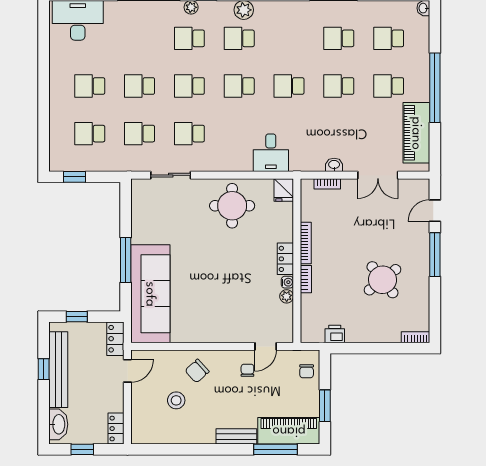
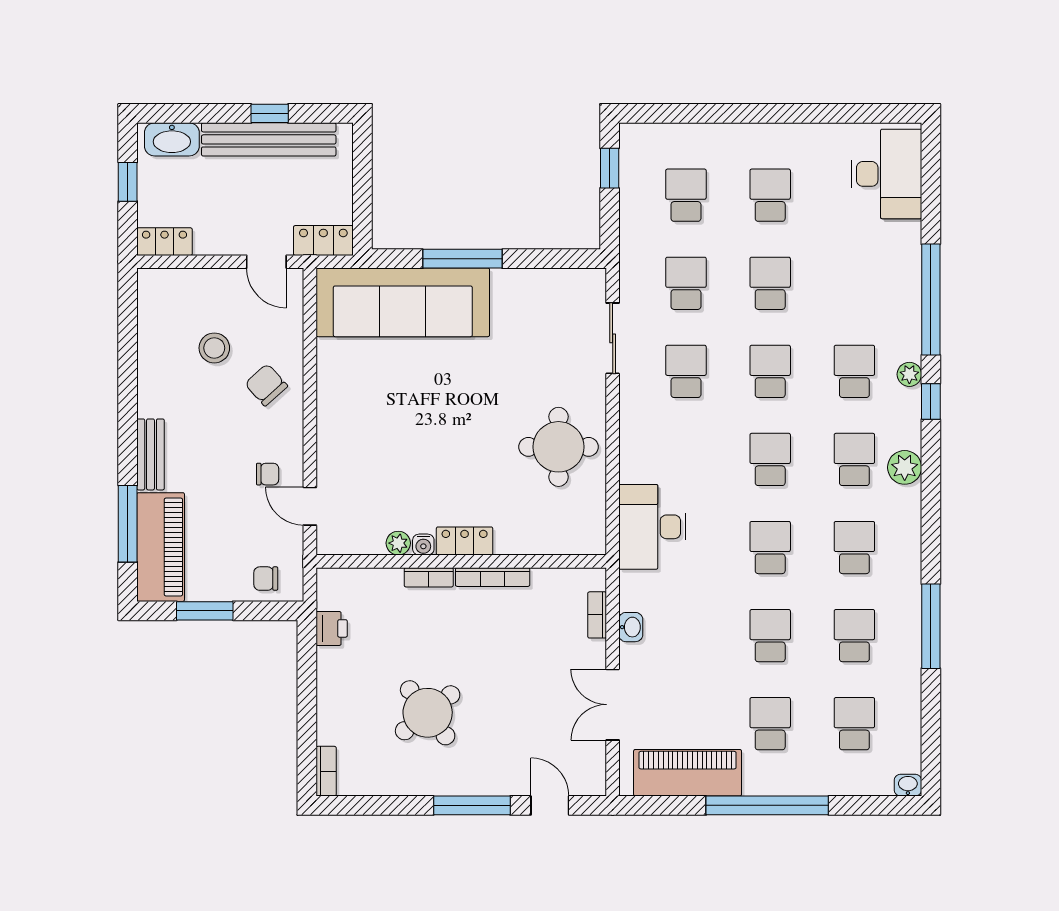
school desk: (289, 38) -> (854, 548), added
desk: (271, 153) -> (652, 527), width x1.37
fridge: (284, 190) -> (586, 538), removed
window: (77, 317) -> (362, 172), removed

